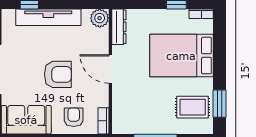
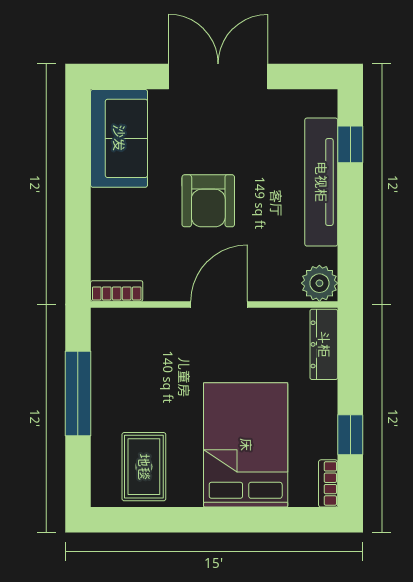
dresser: (119, 27) -> (324, 344), moved, turned 90
window: (219, 104) -> (151, 520), removed
armchair: (74, 117) -> (124, 232), removed

